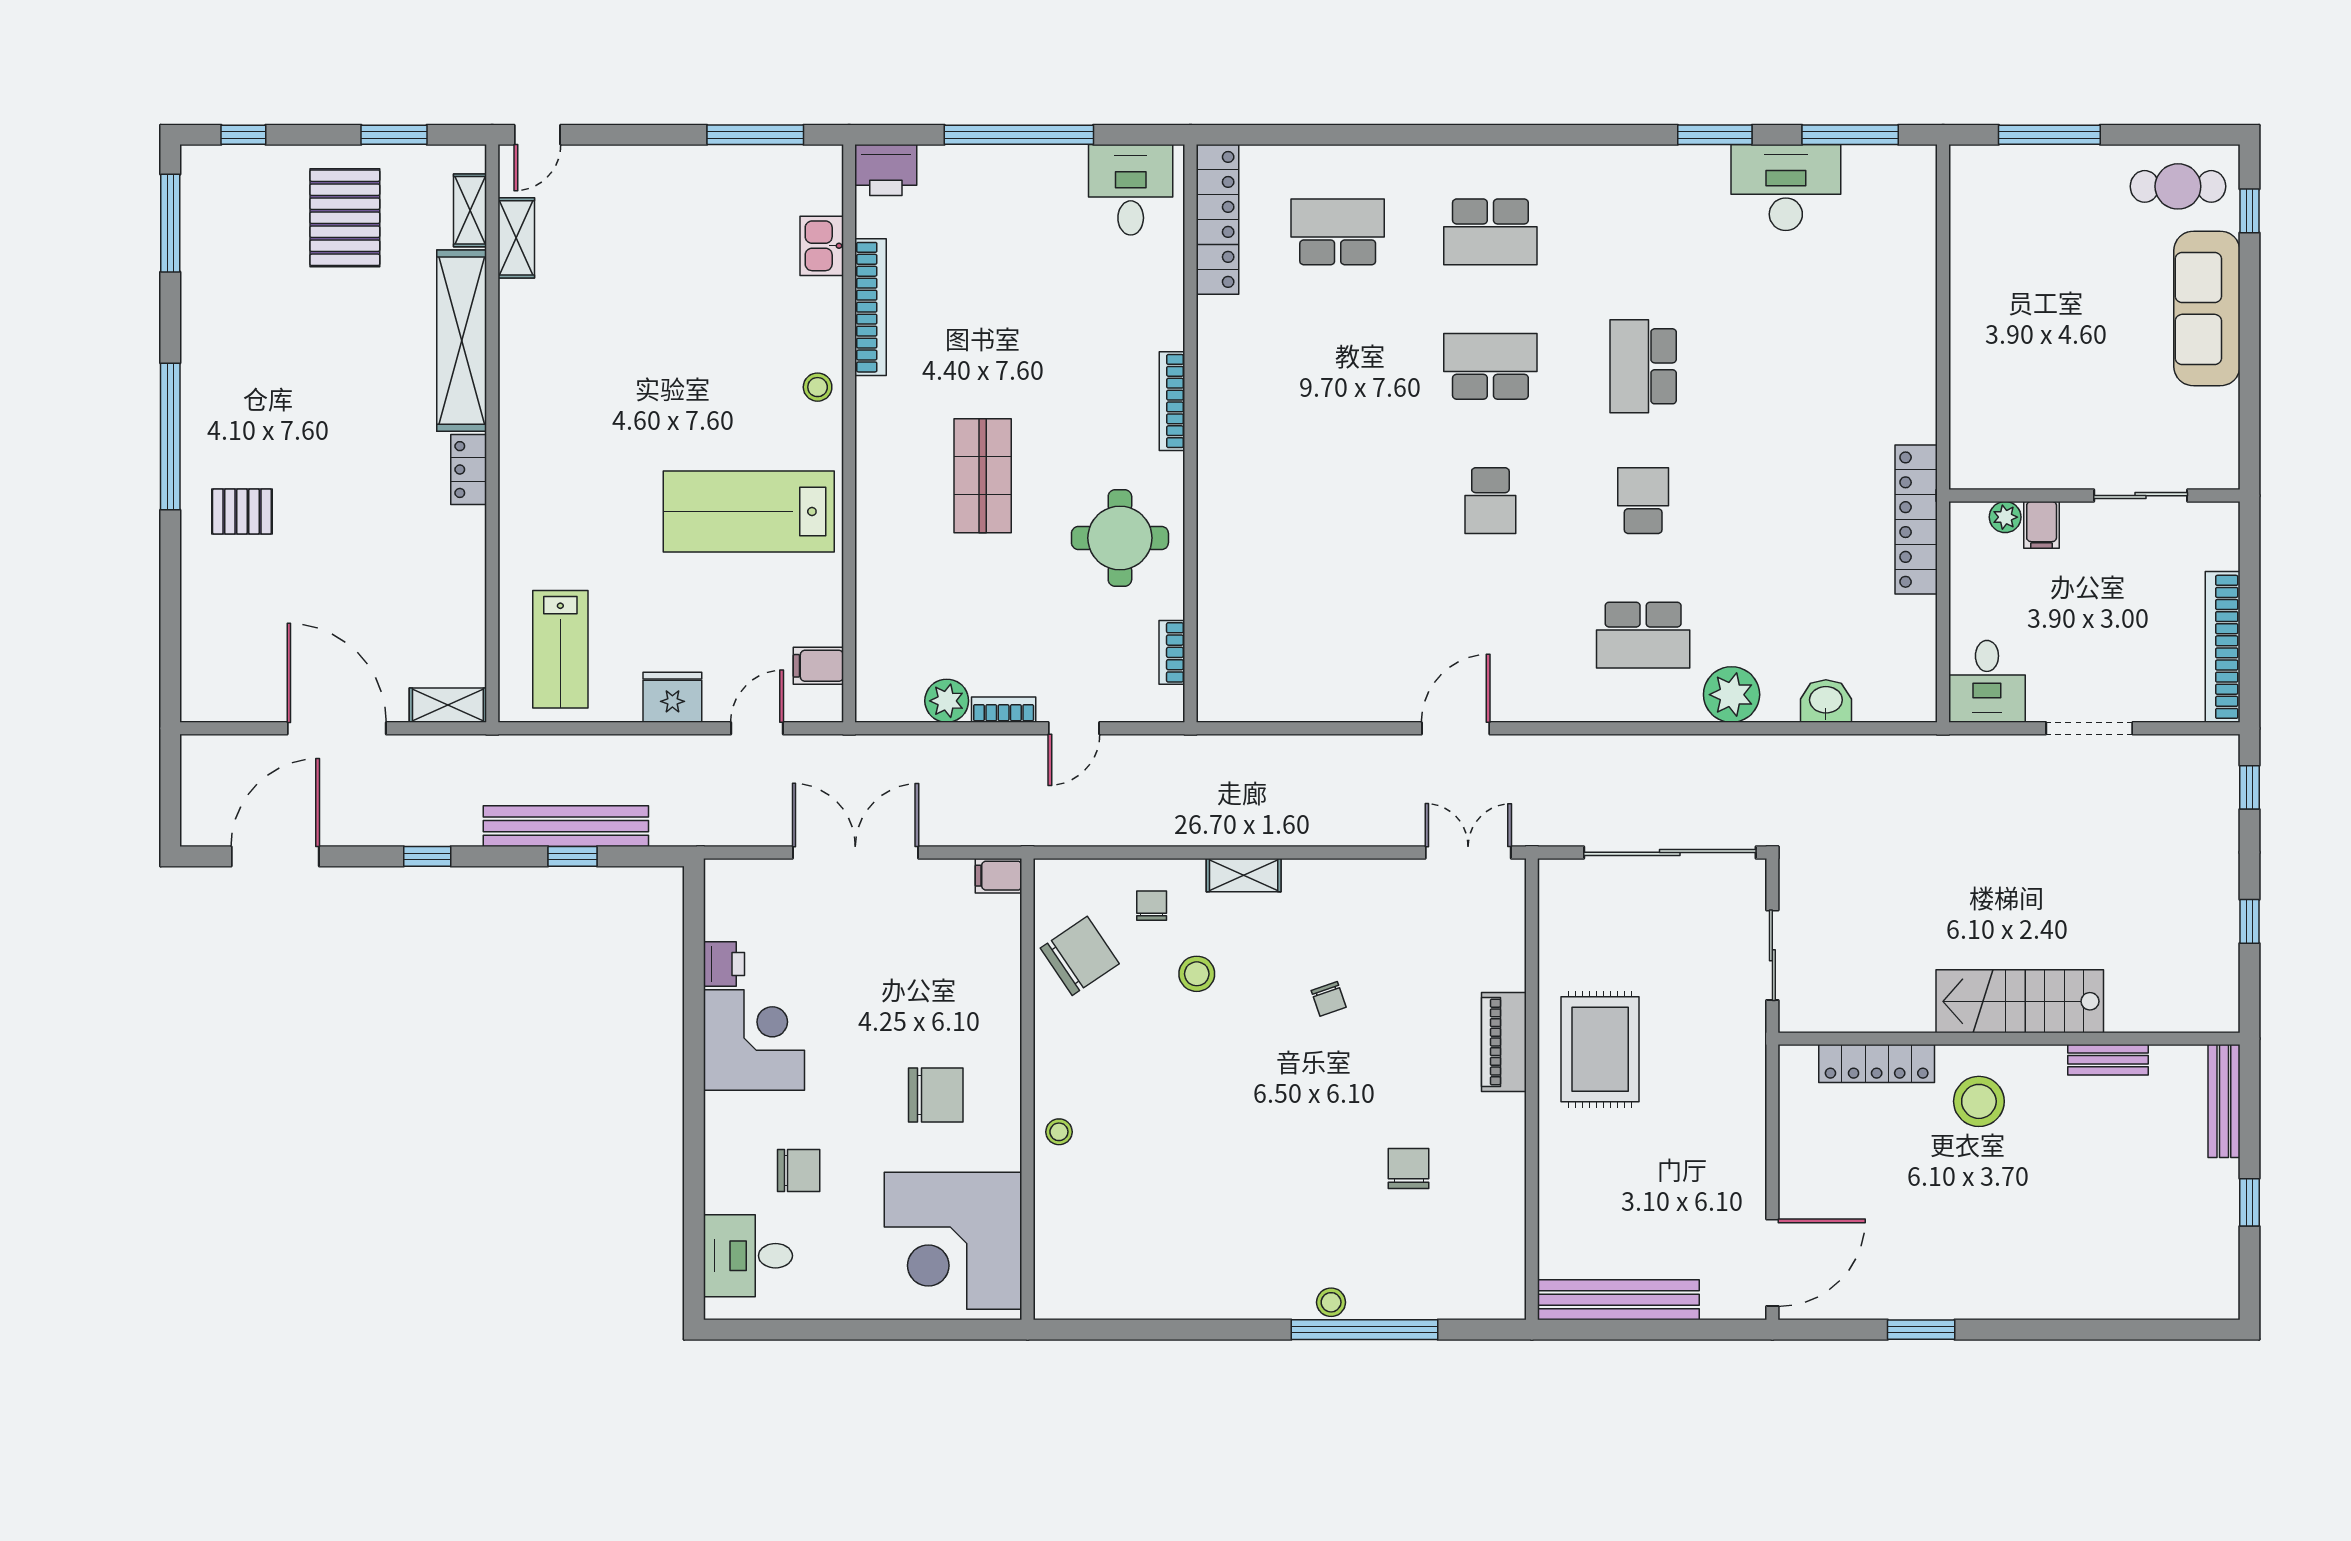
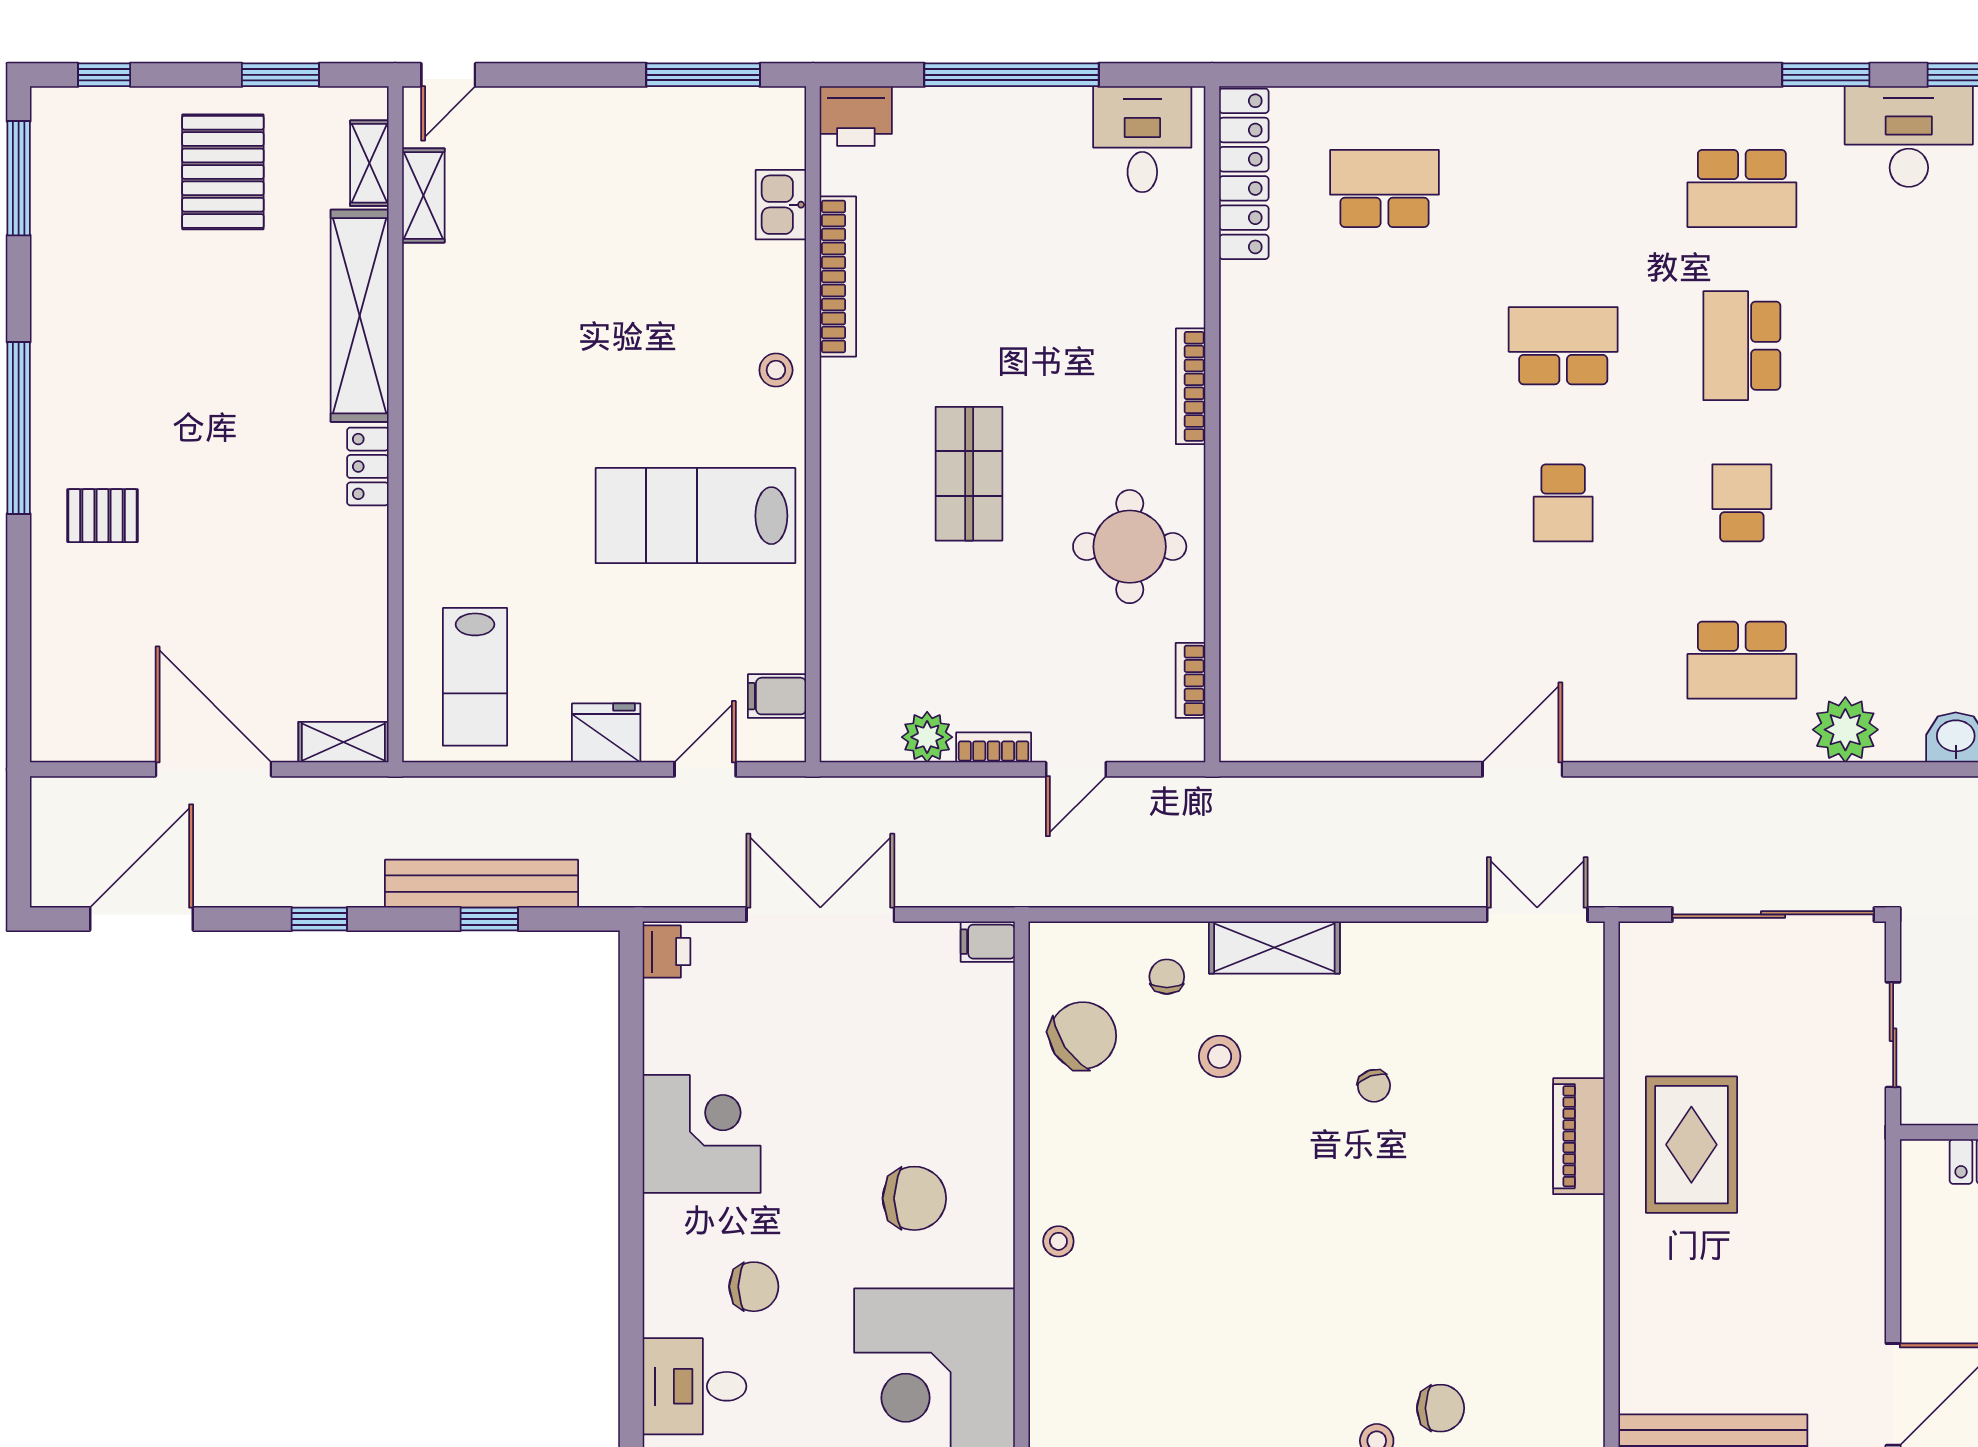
school desk: (1490, 232) -> (1742, 188), moved
shelving: (1244, 875) -> (1274, 947), width x1.50, depth x1.33
printer: (724, 964) -> (666, 952), moved
chair: (1409, 1168) -> (1440, 1408), moved, turned 90

